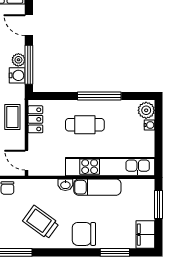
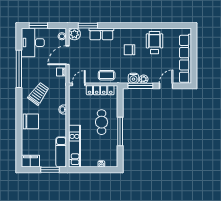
plant: (146, 110) -> (111, 162), removed
locker: (35, 119) -> (100, 90), width x1.53
kitchen unit: (110, 167) -> (74, 146), width x0.73
exam couch: (97, 187) -> (61, 152), moved
chair: (84, 234) -> (31, 121), turned 90
window: (115, 252) -> (19, 141), removed

